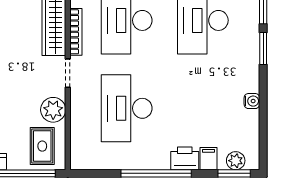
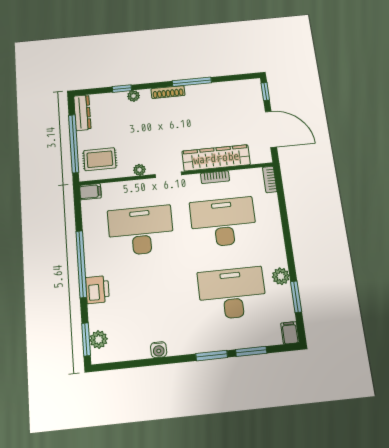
bookcase: (76, 32) -> (215, 177), width x0.64
plant: (53, 110) -> (139, 170), width x0.53, depth x0.53
filing cabinet: (208, 159) -> (90, 192), moved

